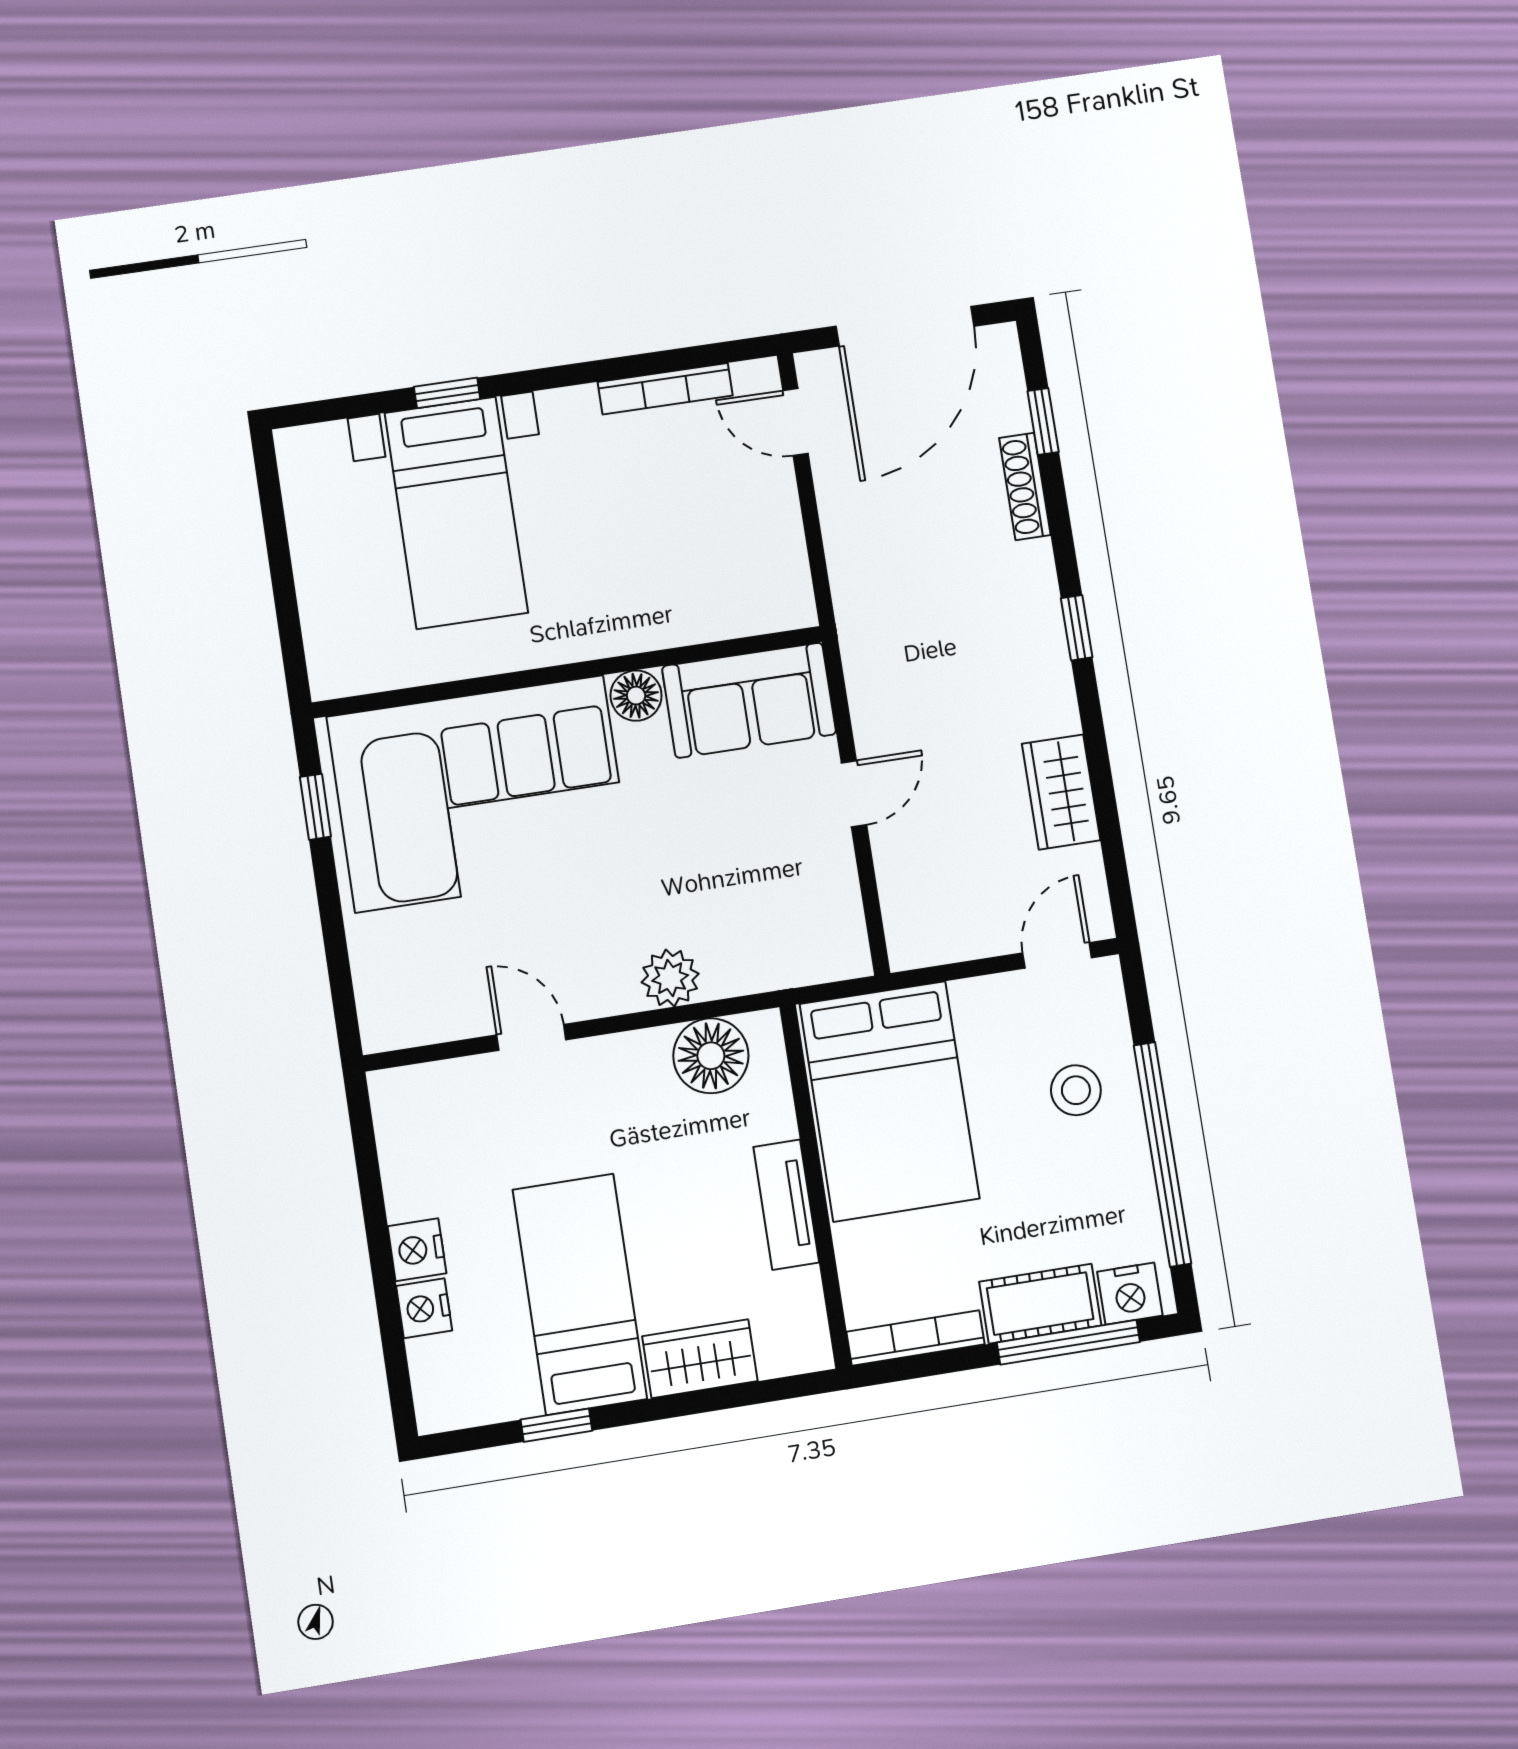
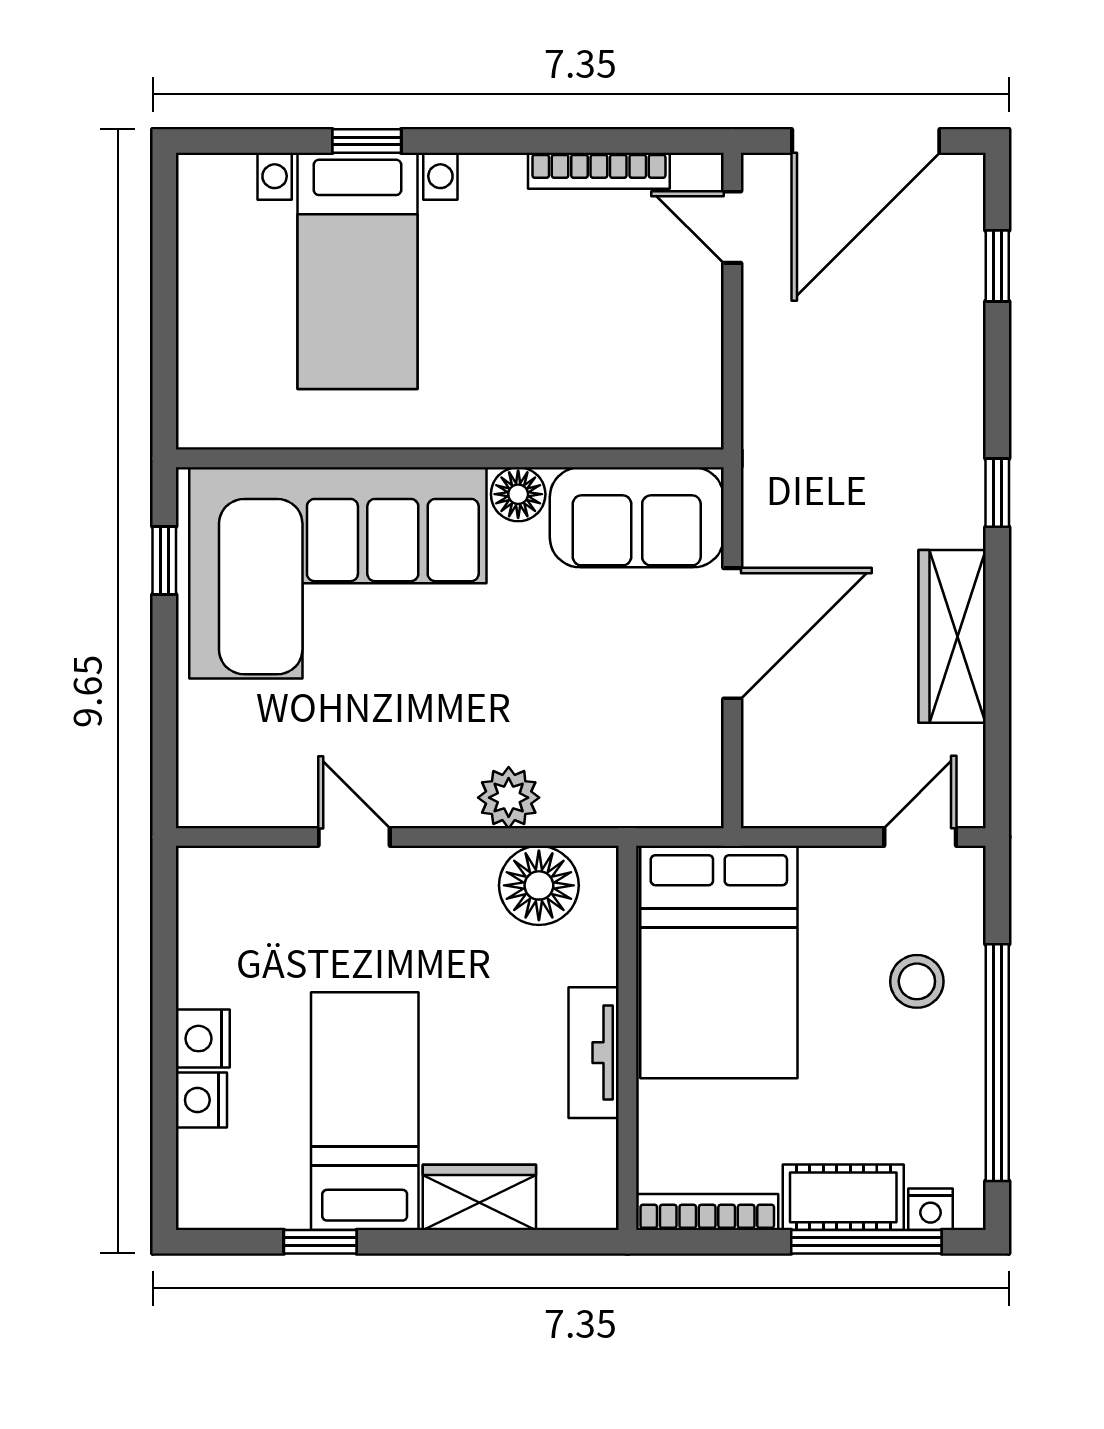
shoe rack: (1025, 486) -> (966, 333), removed
wardrobe: (1061, 792) -> (952, 636), width x1.50
door: (854, 794) -> (732, 633), width x1.88
nightstand: (1130, 1294) -> (931, 1209), width x0.72, depth x0.74

